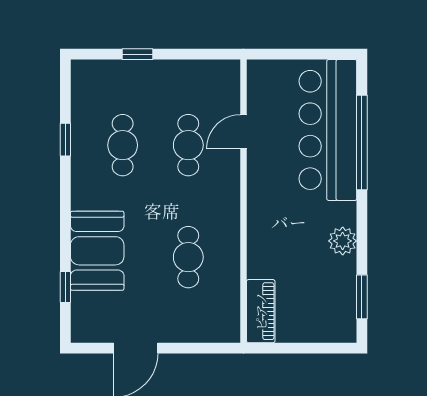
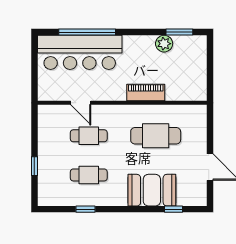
plant: (343, 241) -> (164, 44), moved
cafe table: (188, 257) -> (156, 136), width x1.37, depth x1.35
piano: (261, 311) -> (146, 93), moved

